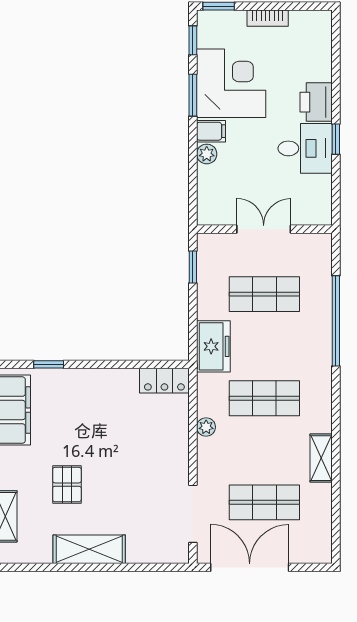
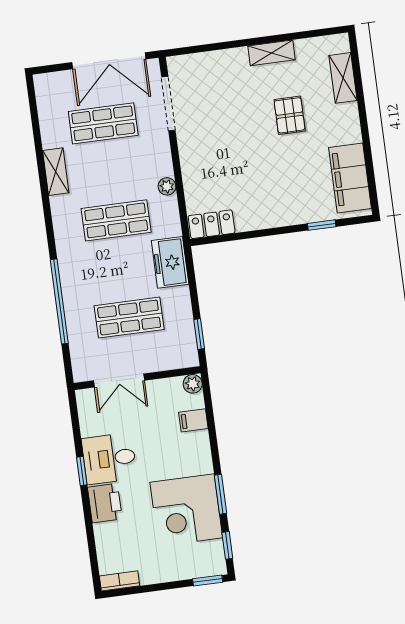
bookcase: (268, 18) -> (119, 581), moved
filing cabinet: (211, 131) -> (193, 420), moved
plant: (207, 154) -> (193, 384), moved
double door: (264, 229) -> (119, 381), moved
shelving: (89, 549) -> (272, 53), width x0.67, depth x0.75

